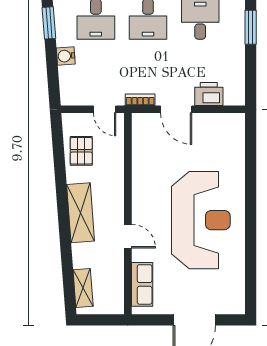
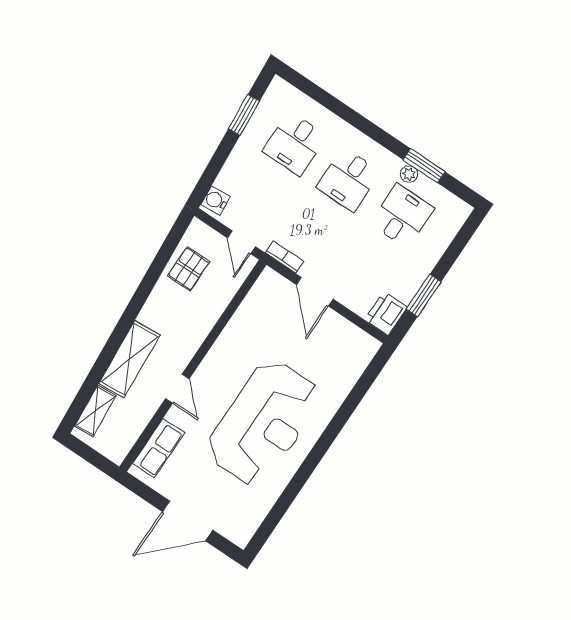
window: (251, 27) -> (424, 296), moved
water cooler: (66, 56) -> (216, 201), moved
printer: (209, 94) -> (386, 313), moved, turned -90
shelving: (81, 213) -> (129, 359), moved

